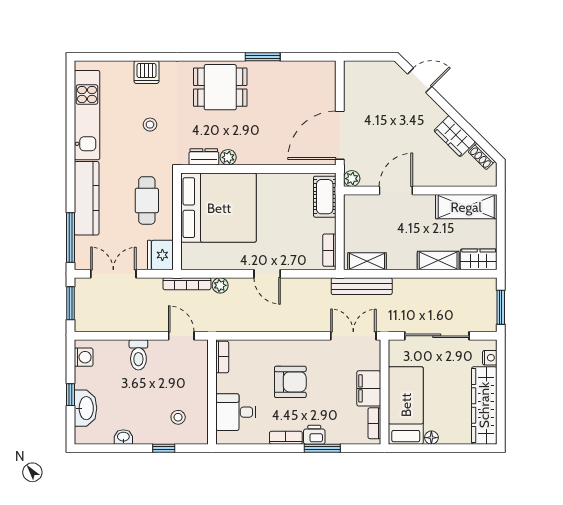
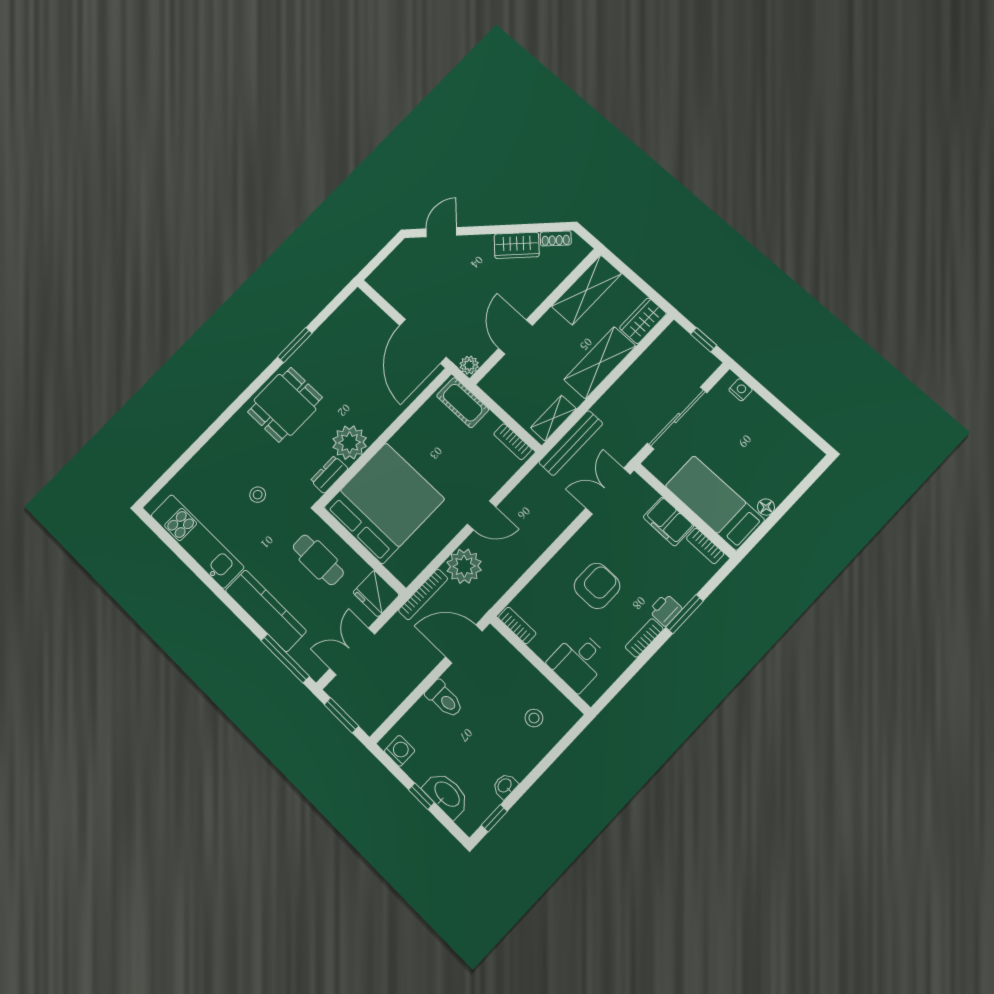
dishwasher: (147, 72) -> (212, 455), removed
plant: (228, 157) -> (350, 443), width x1.88, depth x1.88
shelving: (438, 261) -> (600, 363), width x1.50, depth x1.33
plant: (220, 285) -> (464, 566), width x1.87, depth x1.87
window: (501, 307) -> (704, 340), width x0.67
door: (181, 336) -> (464, 644), width x1.38
wardrobe: (484, 405) -> (780, 434), removed
window: (164, 448) -> (494, 818), moved

